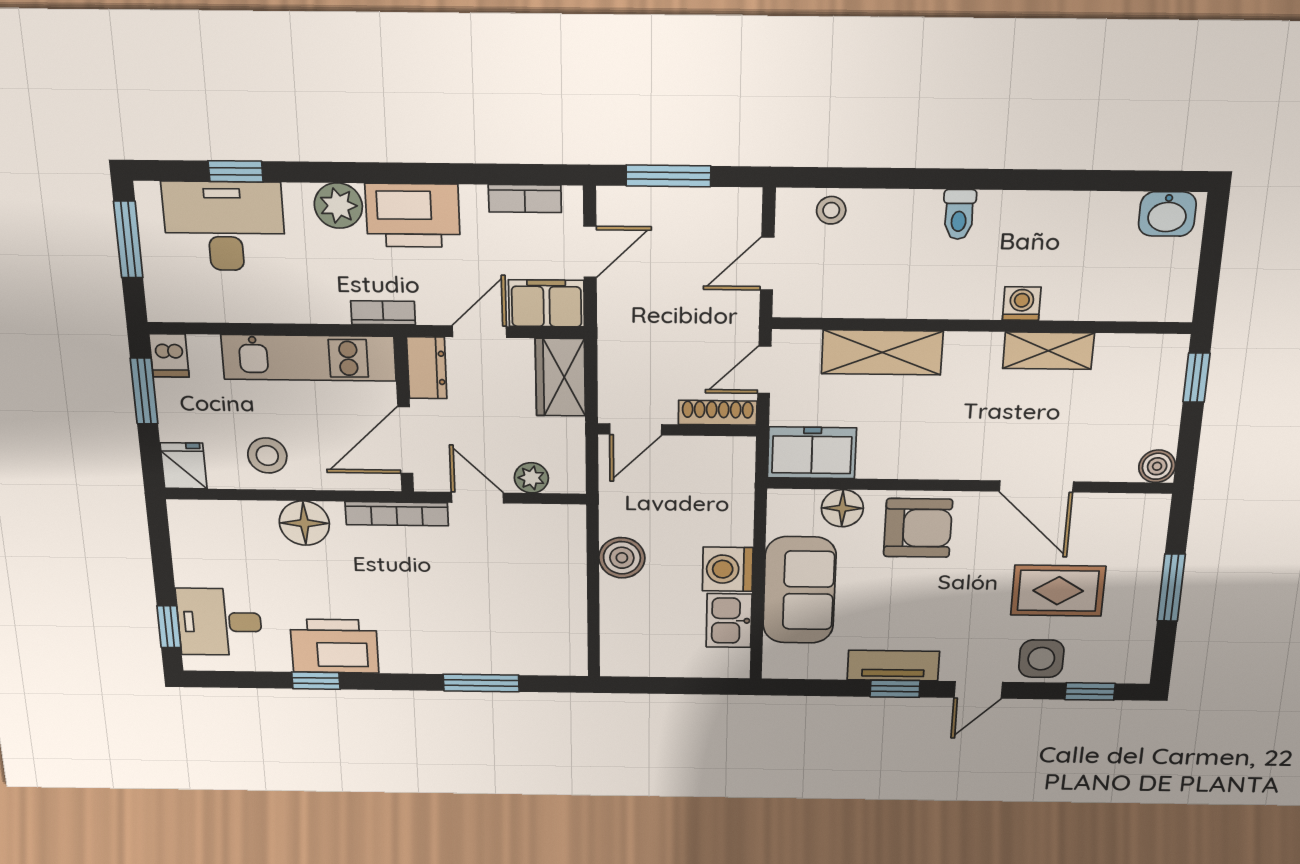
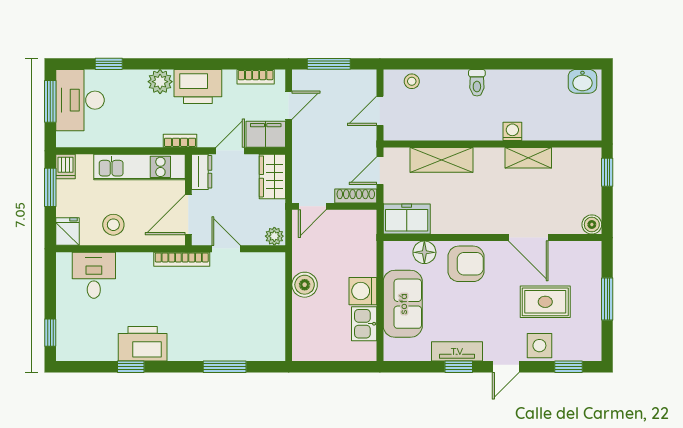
desk: (224, 226) -> (80, 100), moved, turned -90
plant: (531, 478) -> (274, 236), moved
floor lamp: (304, 523) -> (131, 266), removed
desk: (219, 622) -> (94, 275), moved, turned 90

